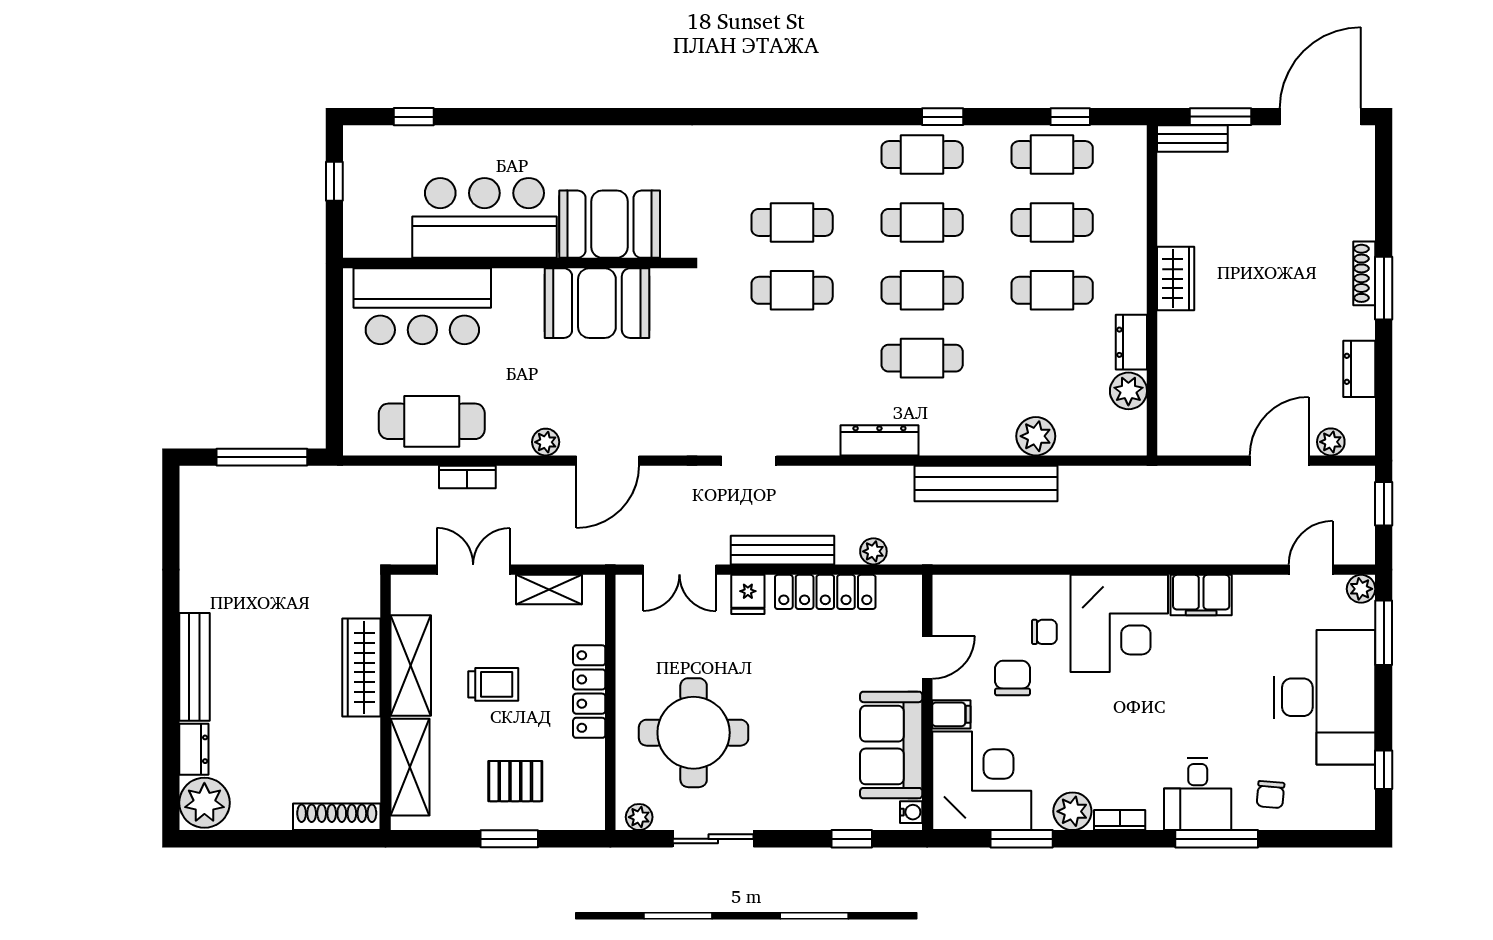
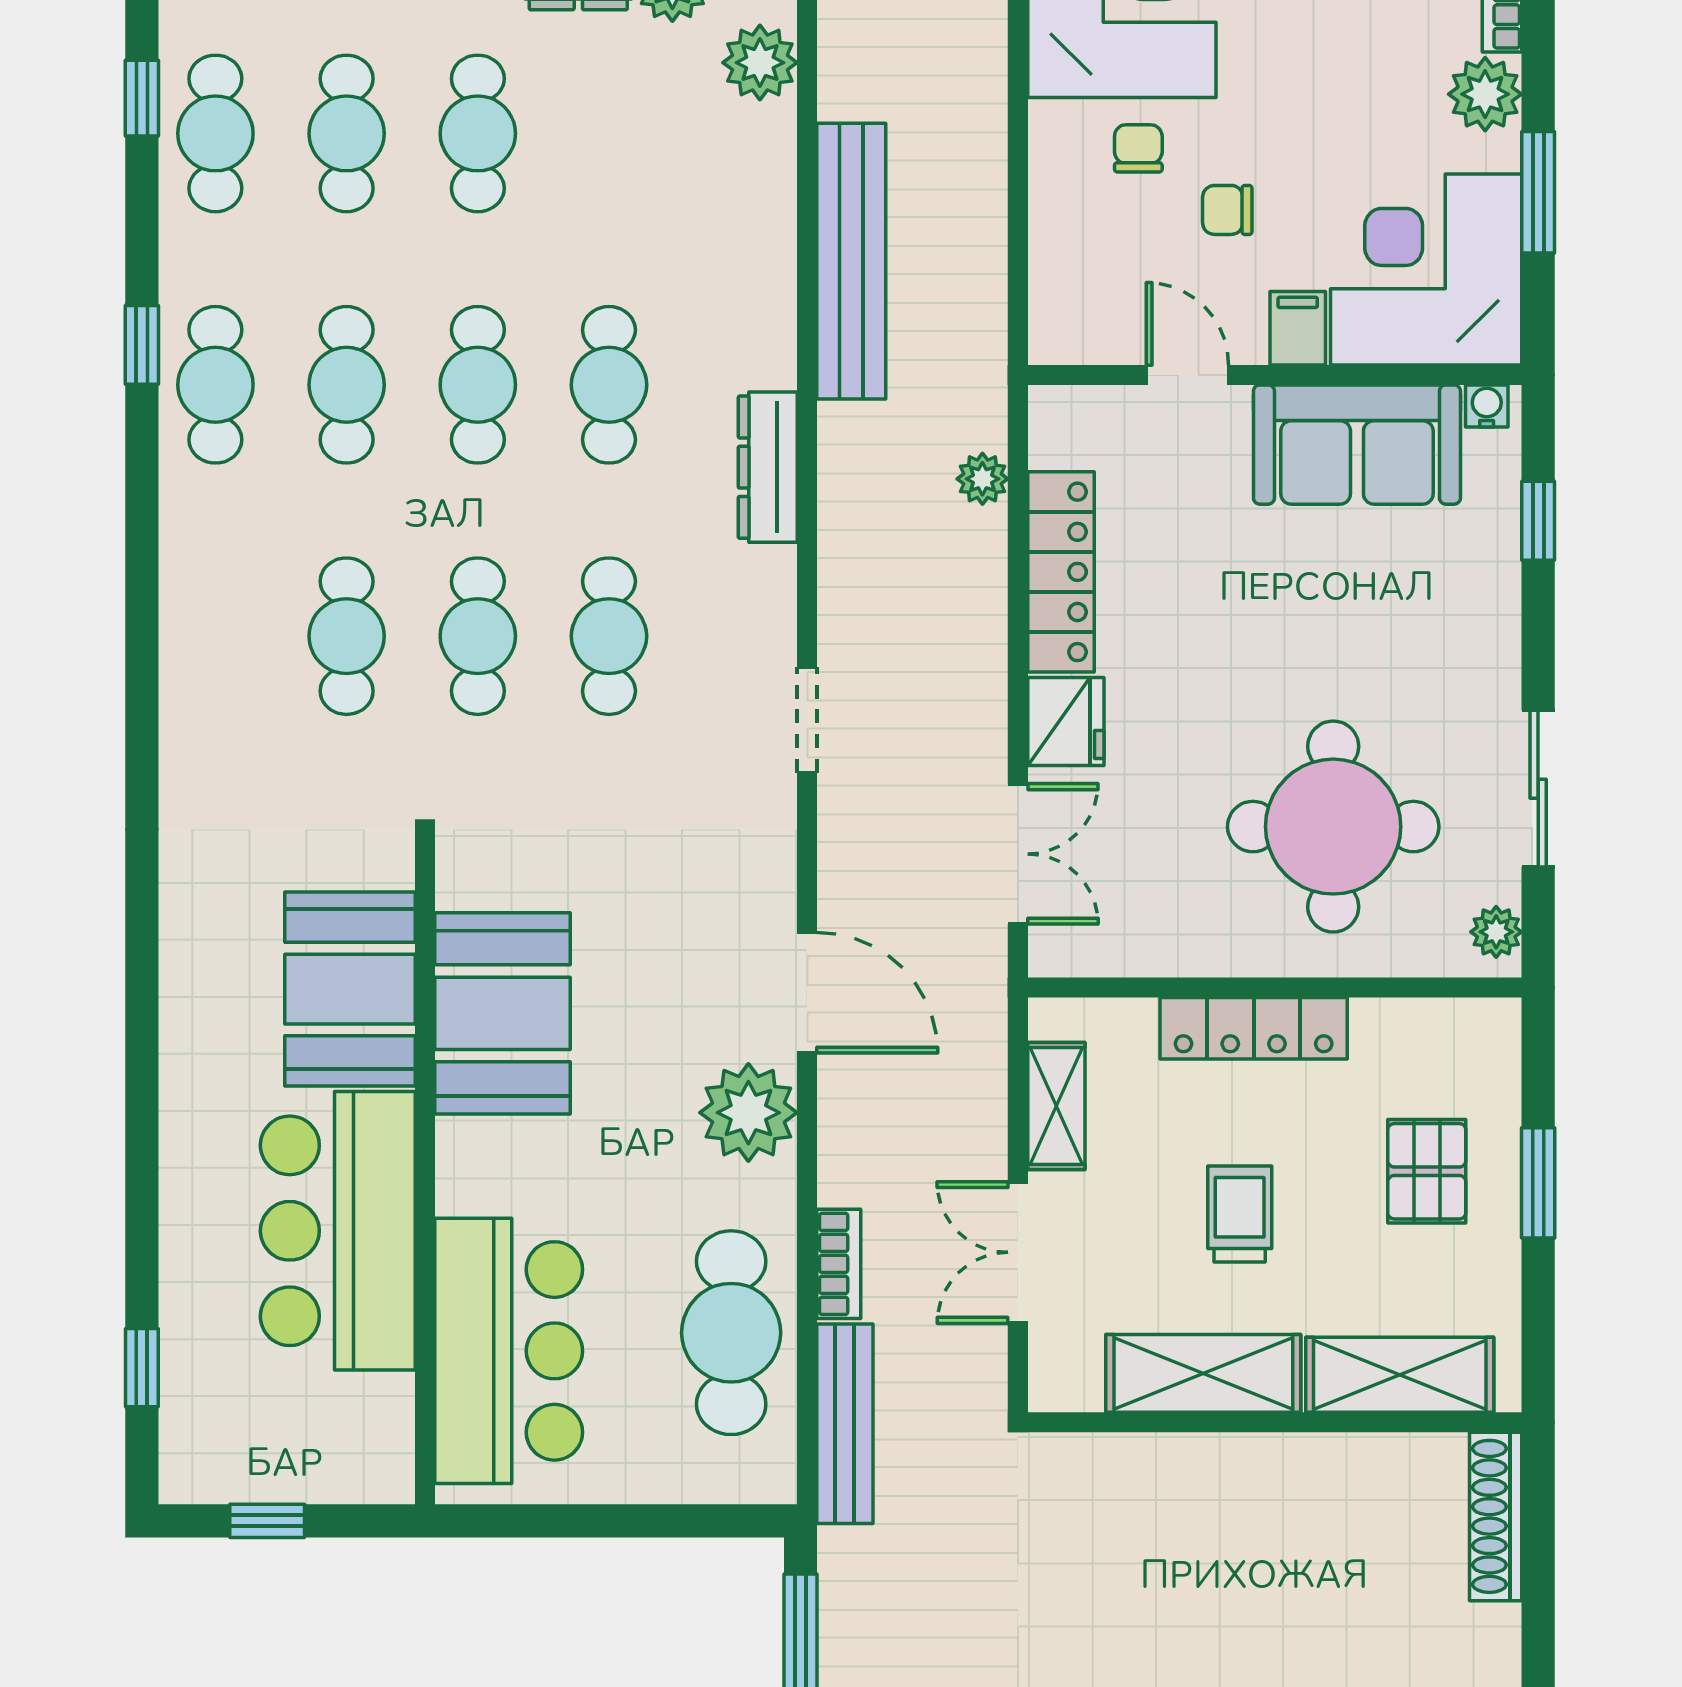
cafe table: (792, 358) -> (609, 636), added
plant: (1036, 436) -> (760, 63), moved
plant: (546, 442) -> (748, 1113), width x1.88, depth x1.88
bench: (782, 550) -> (845, 1424), moved
fridge: (748, 594) -> (1066, 722), width x1.38
wardrobe: (361, 667) -> (1207, 1469), removed
chair: (1012, 678) -> (1227, 210), width x0.73, depth x0.73

